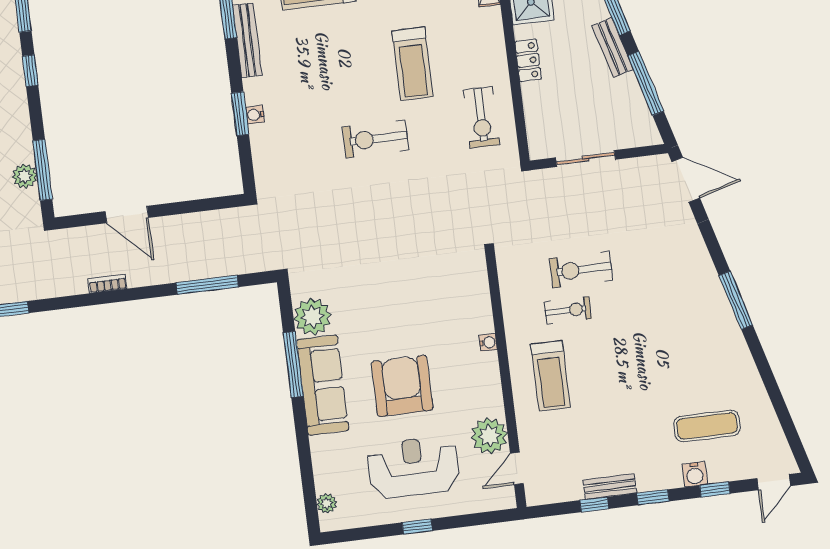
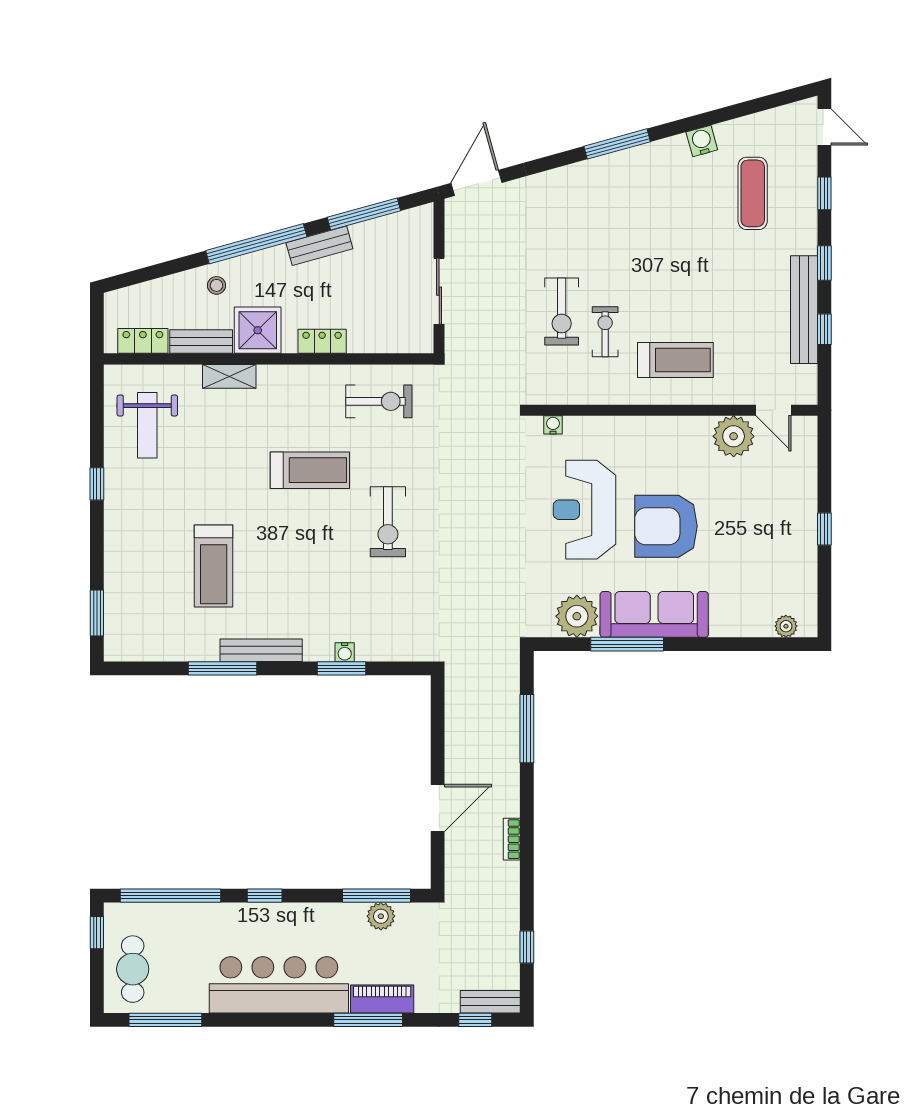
water cooler: (488, 342) -> (553, 425), moved
reception desk: (413, 467) -> (584, 510), moved
water cooler: (695, 474) -> (702, 141), moved, turned -105
bench: (610, 487) -> (804, 310), width x1.86, depth x1.21

